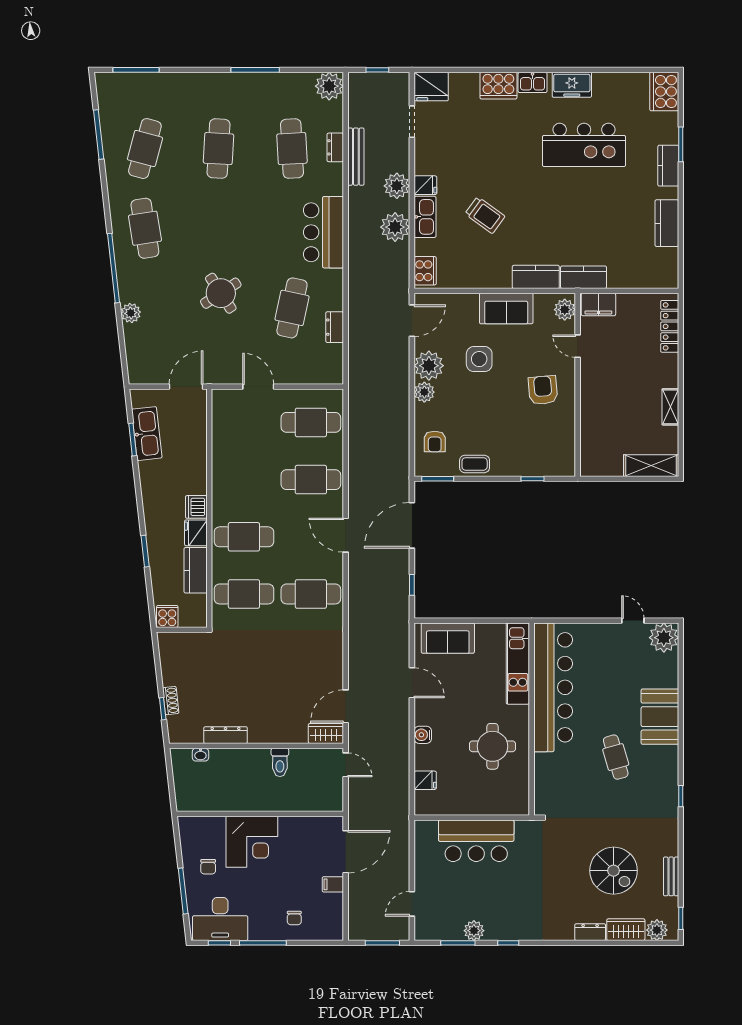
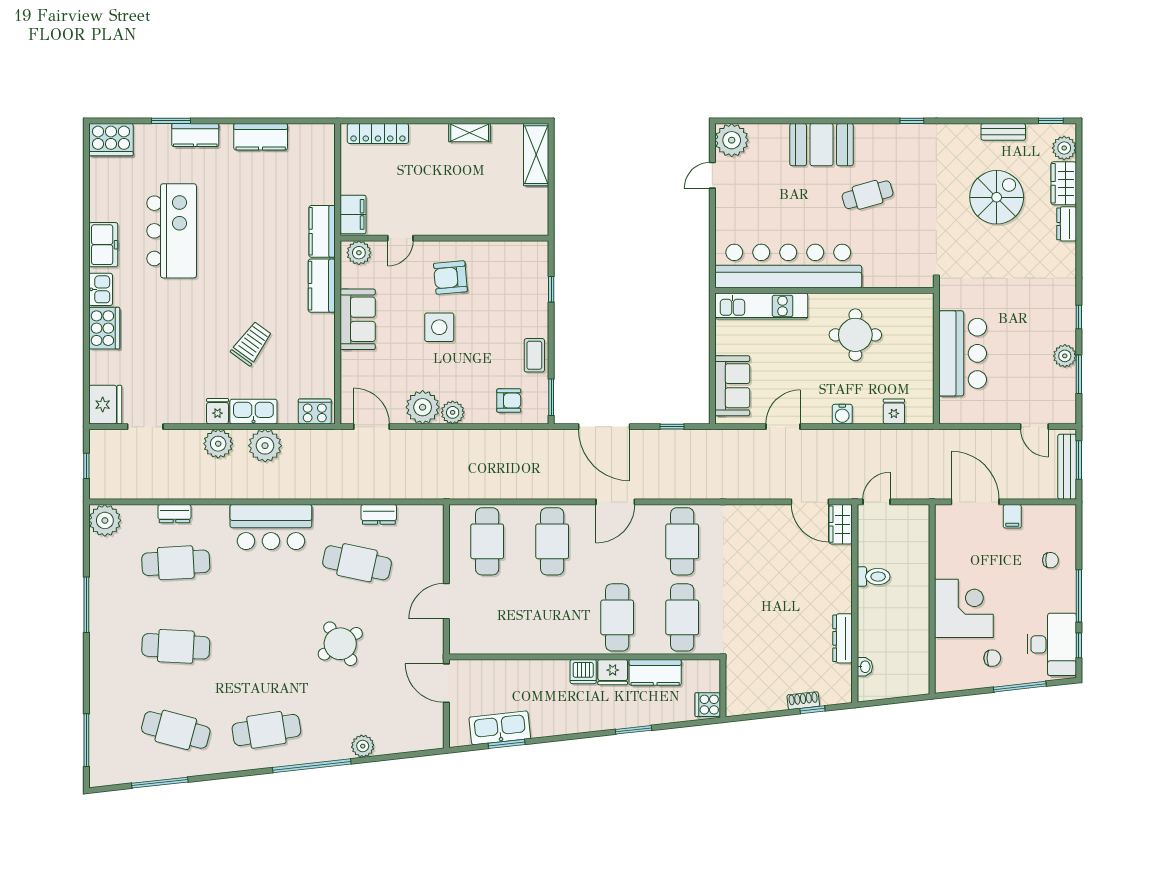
bench: (356, 157) -> (1067, 467), moved, turned 90
side table: (479, 359) -> (439, 327), moved

